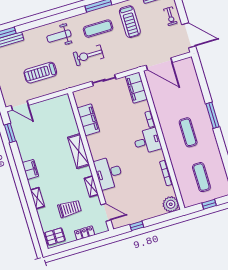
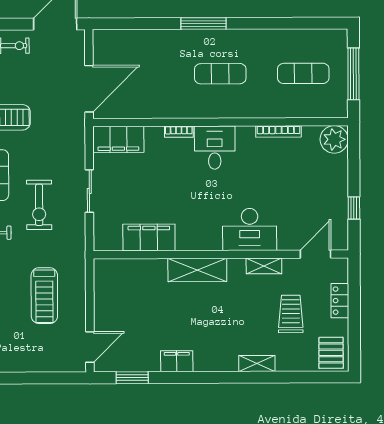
filing cabinet: (30, 169) -> (177, 361), moved
window: (209, 204) -> (353, 74), width x2.17

